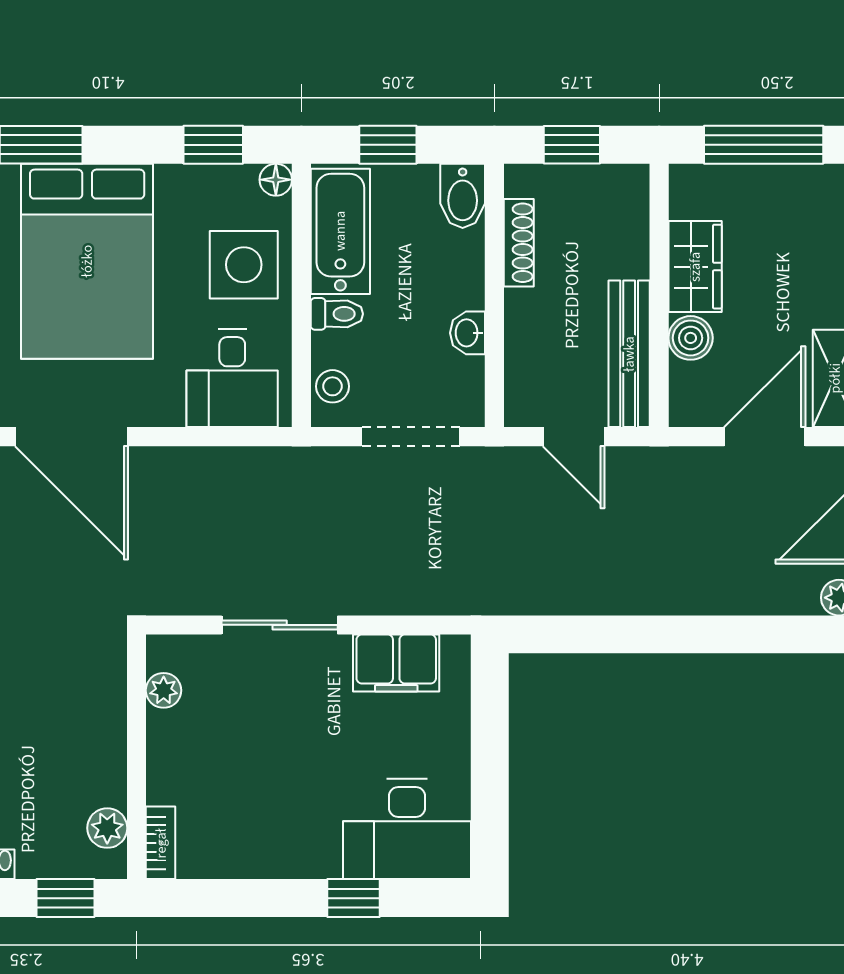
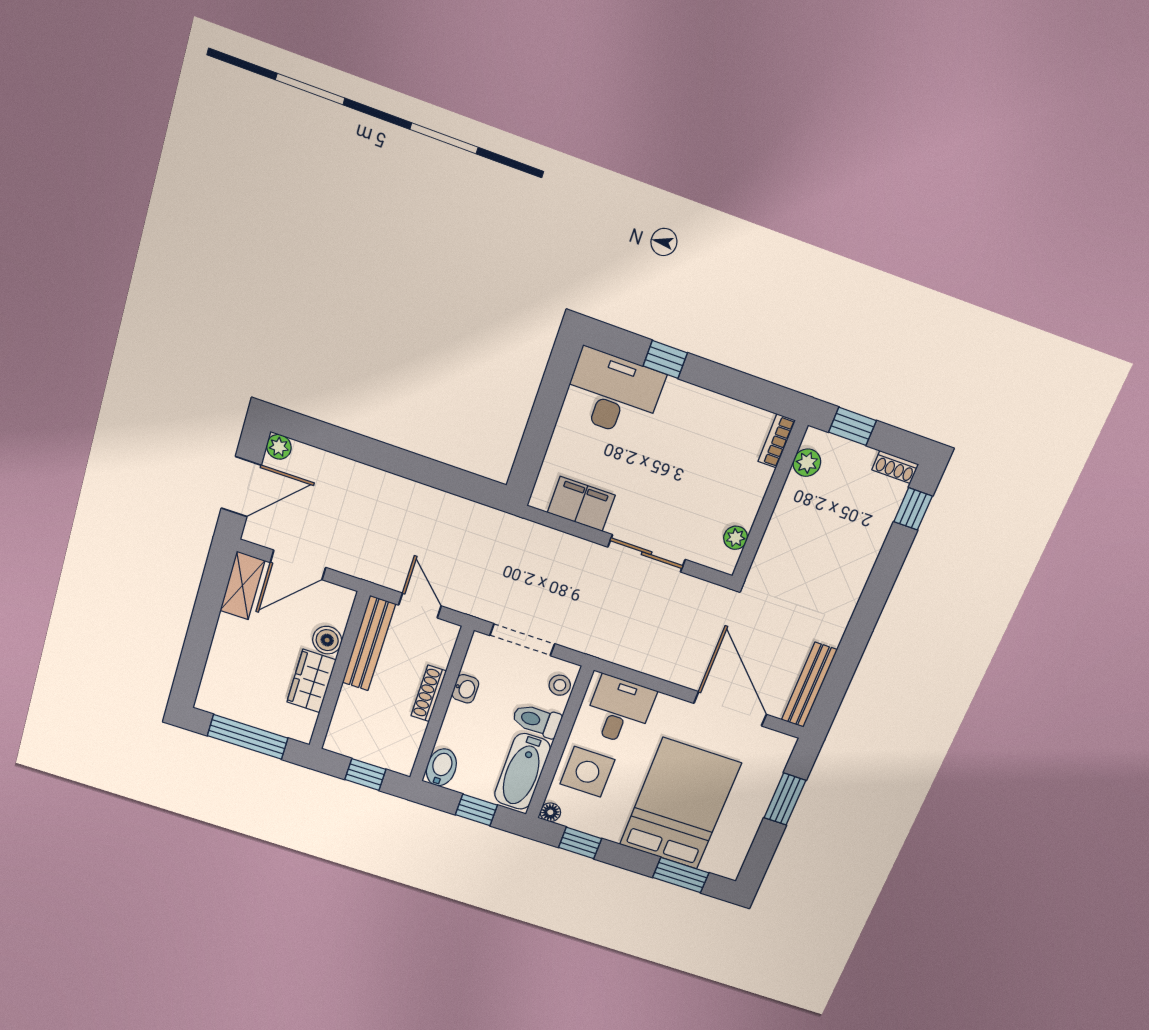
shoe rack: (519, 243) -> (429, 693), moved
toilet: (337, 314) -> (537, 720), width x1.37, depth x1.39

